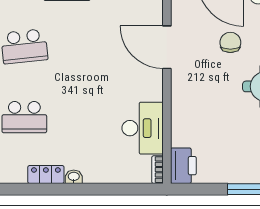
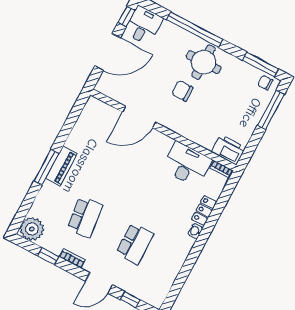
chair: (230, 42) -> (182, 91), moved
locker: (46, 174) -> (204, 211), moved

